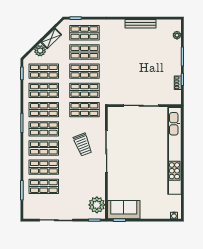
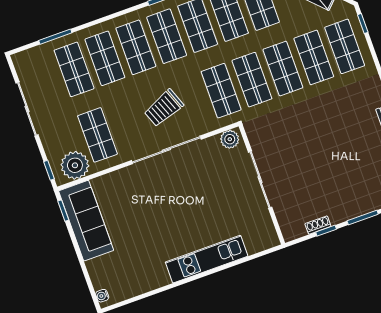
plant: (113, 114) -> (230, 139), added
kitchen unit: (174, 151) -> (207, 259), width x0.54
shop shelf: (84, 186) -> (97, 135), added
sofa: (124, 210) -> (86, 221), width x1.36

